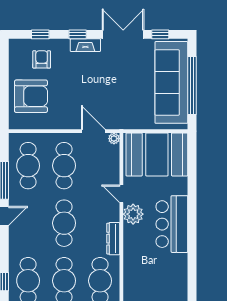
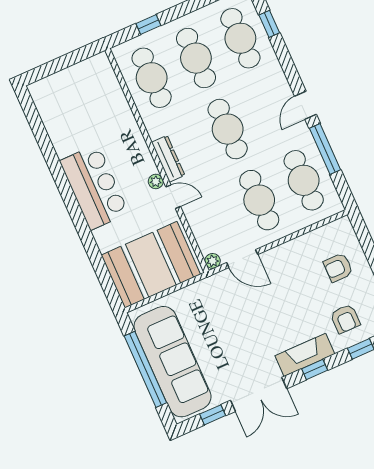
fireplace: (85, 45) -> (305, 355), width x1.37, depth x1.32
armchair: (31, 96) -> (338, 268), width x0.53, depth x0.53
plant: (133, 214) -> (156, 181), width x0.53, depth x0.53
dresser: (113, 239) -> (168, 159), moved

